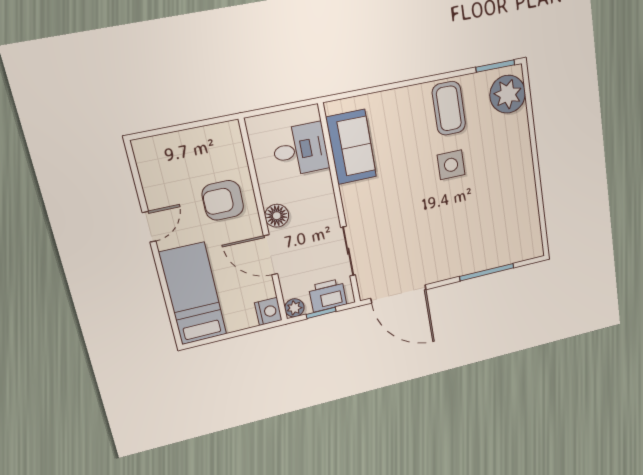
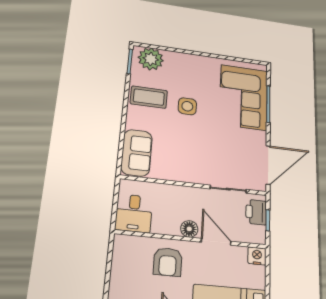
sofa: (351, 147) -> (137, 153), moved, turned 90
desk: (300, 150) -> (134, 213), moved, turned 180
corner sofa: (487, 237) -> (244, 97), added
door: (270, 255) -> (216, 242), swing flipped
plant: (294, 308) -> (259, 237), removed

